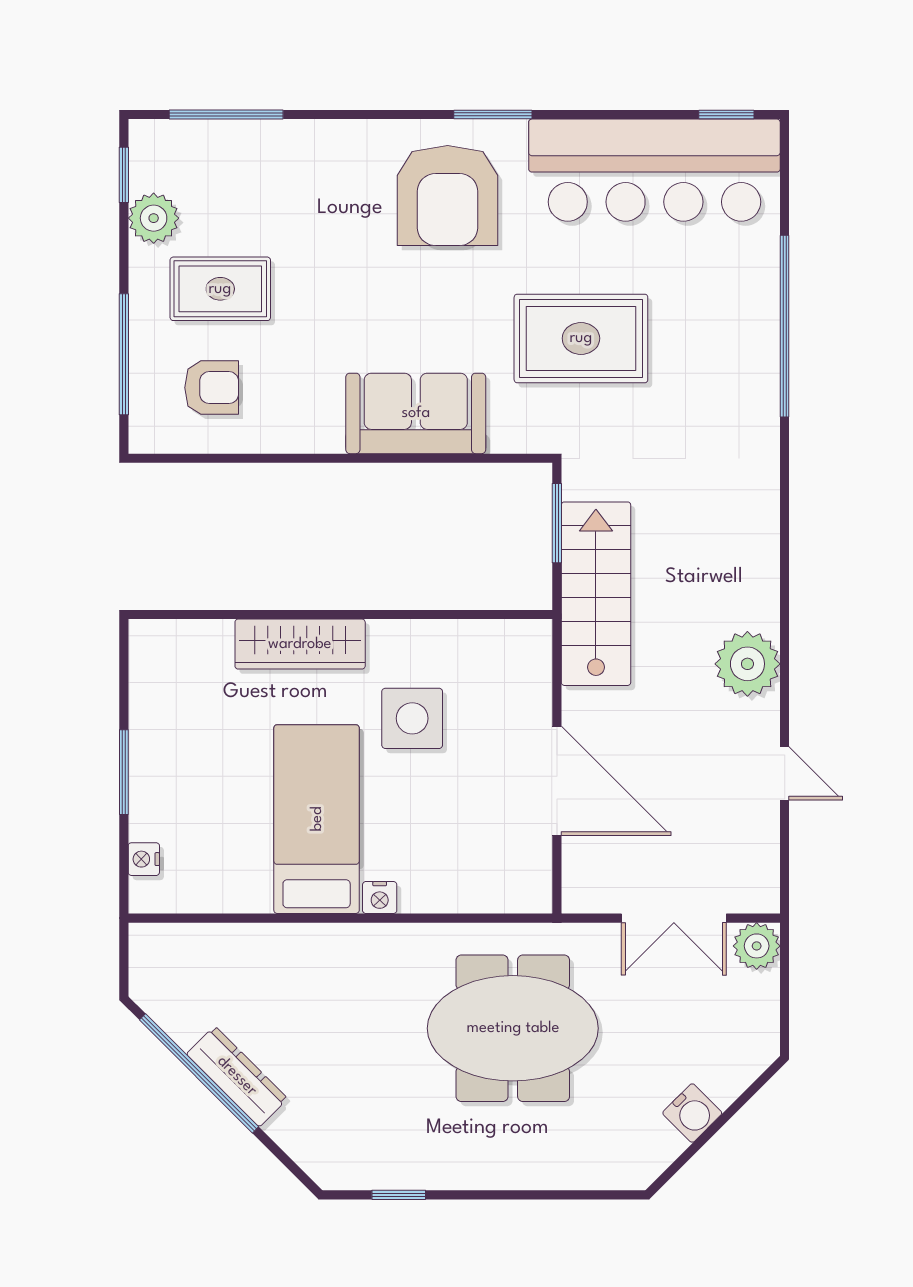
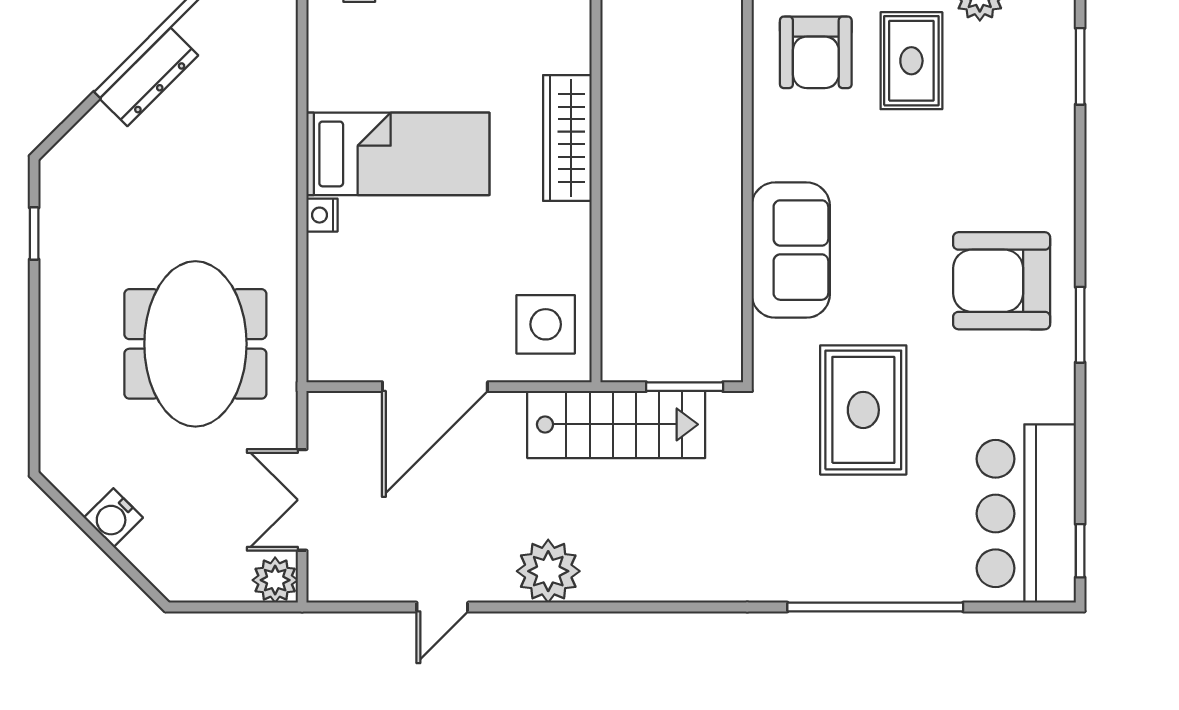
window: (226, 114) -> (1080, 66), width x0.69
bar counter: (654, 170) -> (1026, 514), width x0.73
armchair: (212, 388) -> (816, 52), width x1.38, depth x1.38
side table: (412, 718) -> (546, 324), moved

